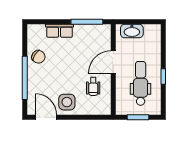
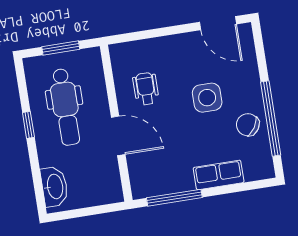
washbasin: (132, 31) -> (54, 187), moved, turned 90
door: (113, 62) -> (118, 136), hinge flipped
window: (25, 78) -> (271, 118), moved
side table: (67, 102) -> (207, 98), moved

